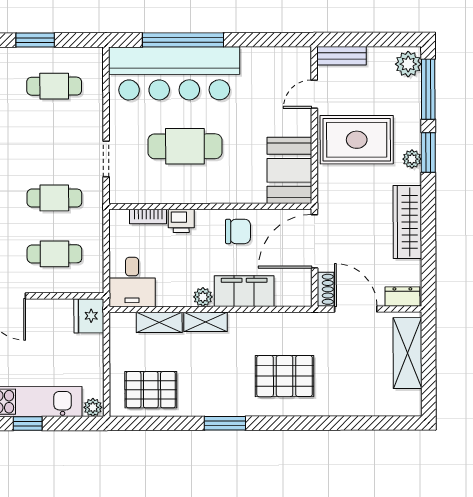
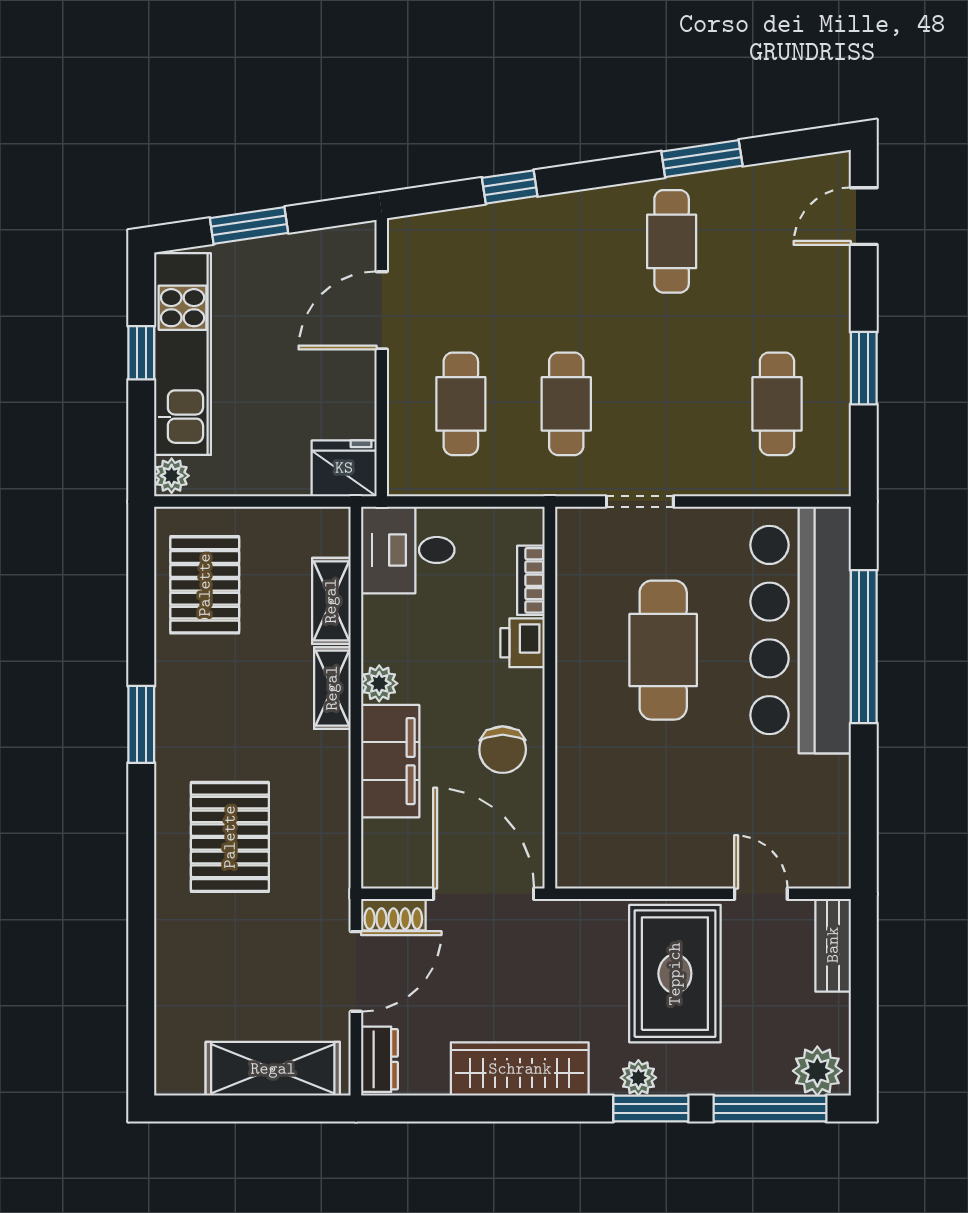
booth: (289, 170) -> (618, 847), removed

